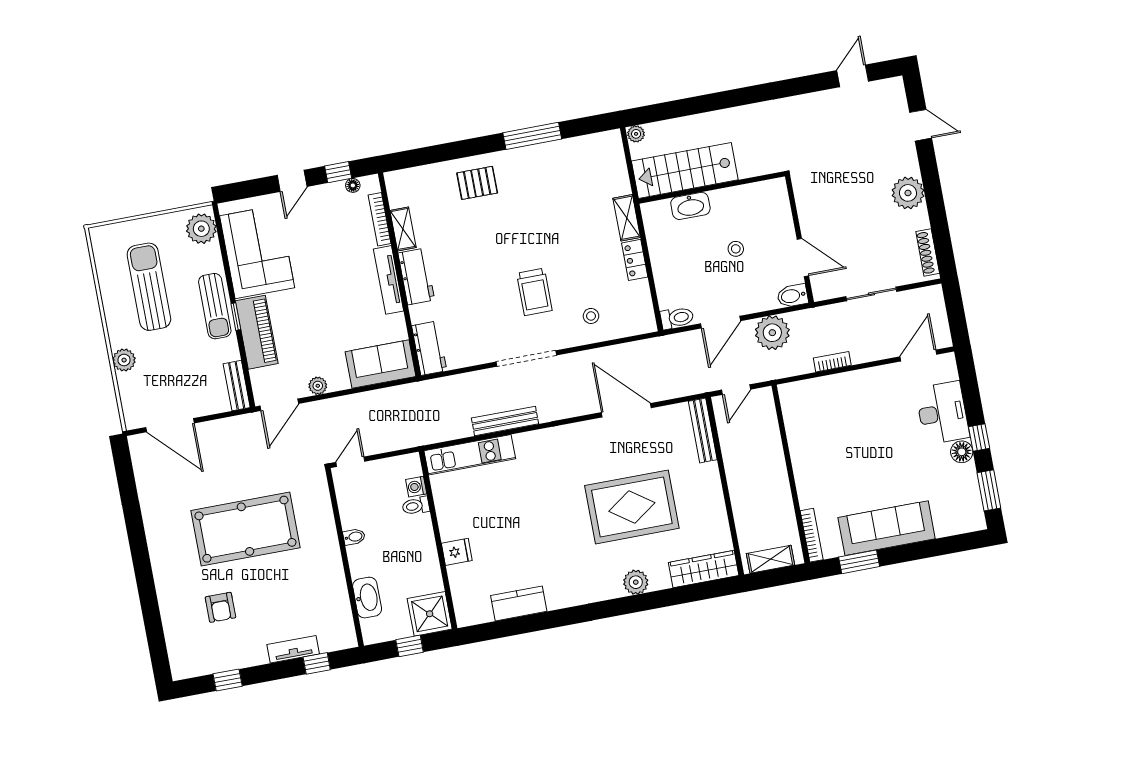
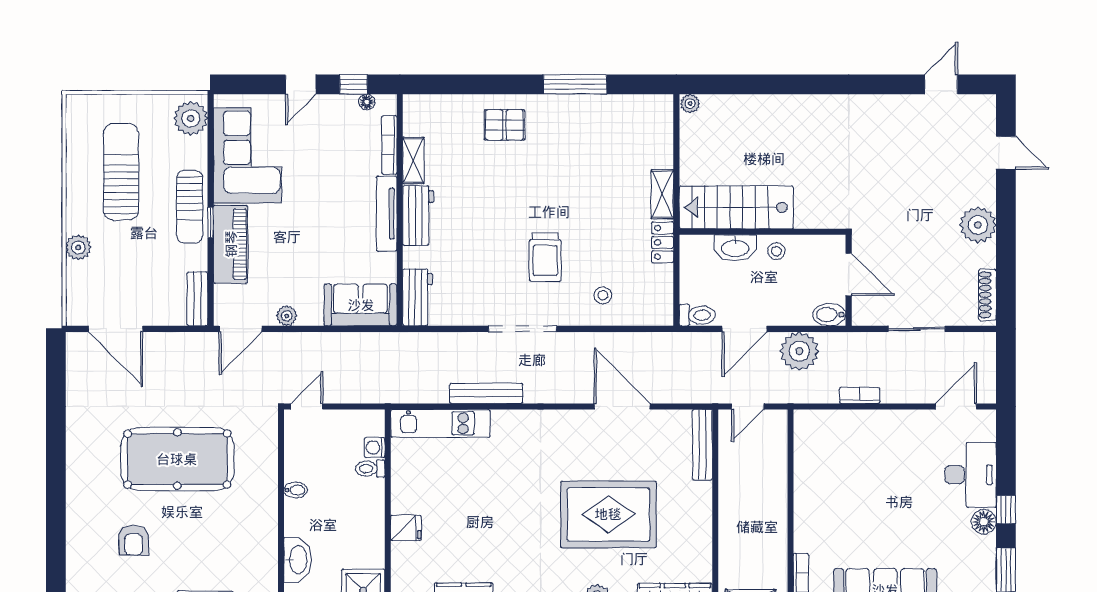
stairs: (685, 170) -> (736, 207), moved
wall: (712, 188) -> (763, 232), moved
washbasin: (690, 206) -> (735, 248), moved

